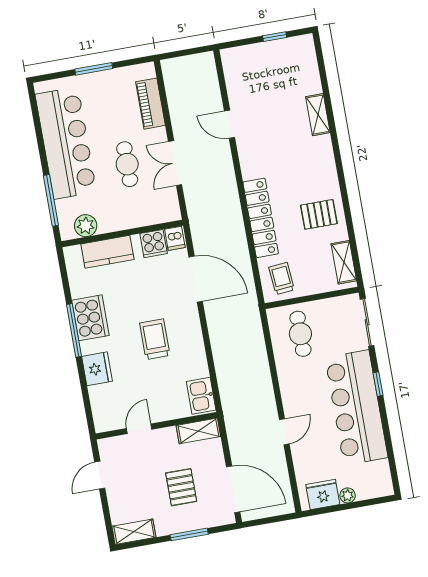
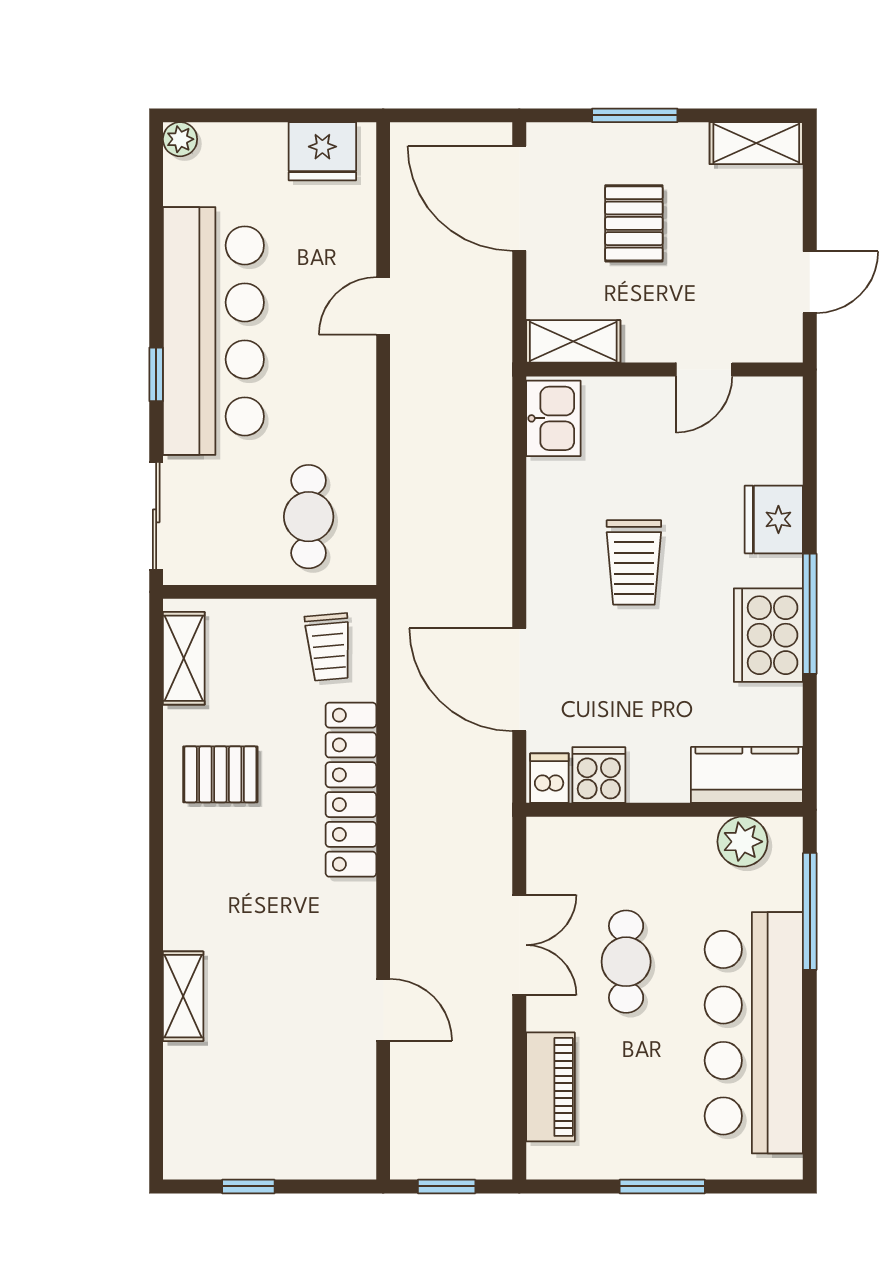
window: (188, 52) -> (447, 1186), added
kitchen counter: (107, 252) -> (747, 775), moved
plant: (348, 495) -> (180, 139), moved

